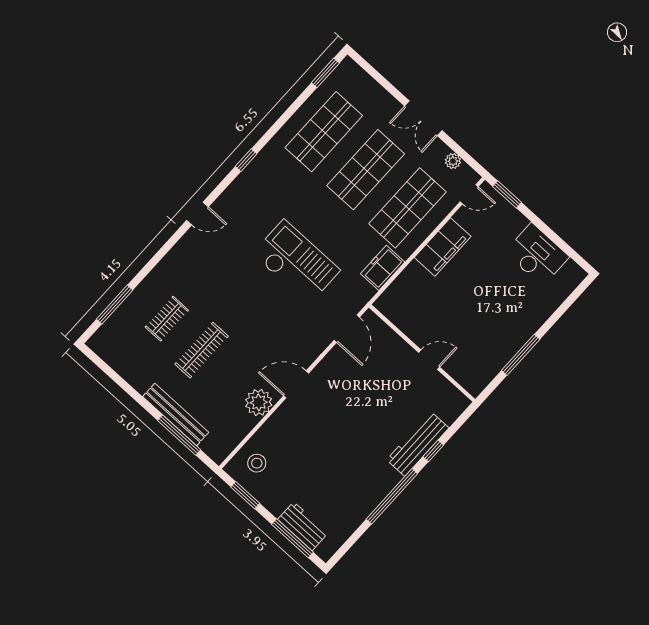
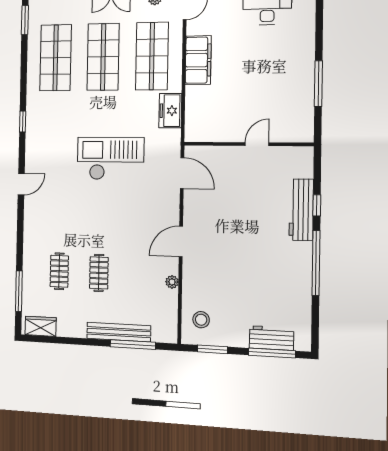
clothes rail: (201, 350) -> (99, 273), width x0.73
wardrobe: (109, 351) -> (41, 326), added
plant: (259, 402) -> (172, 282), width x0.53, depth x0.53

